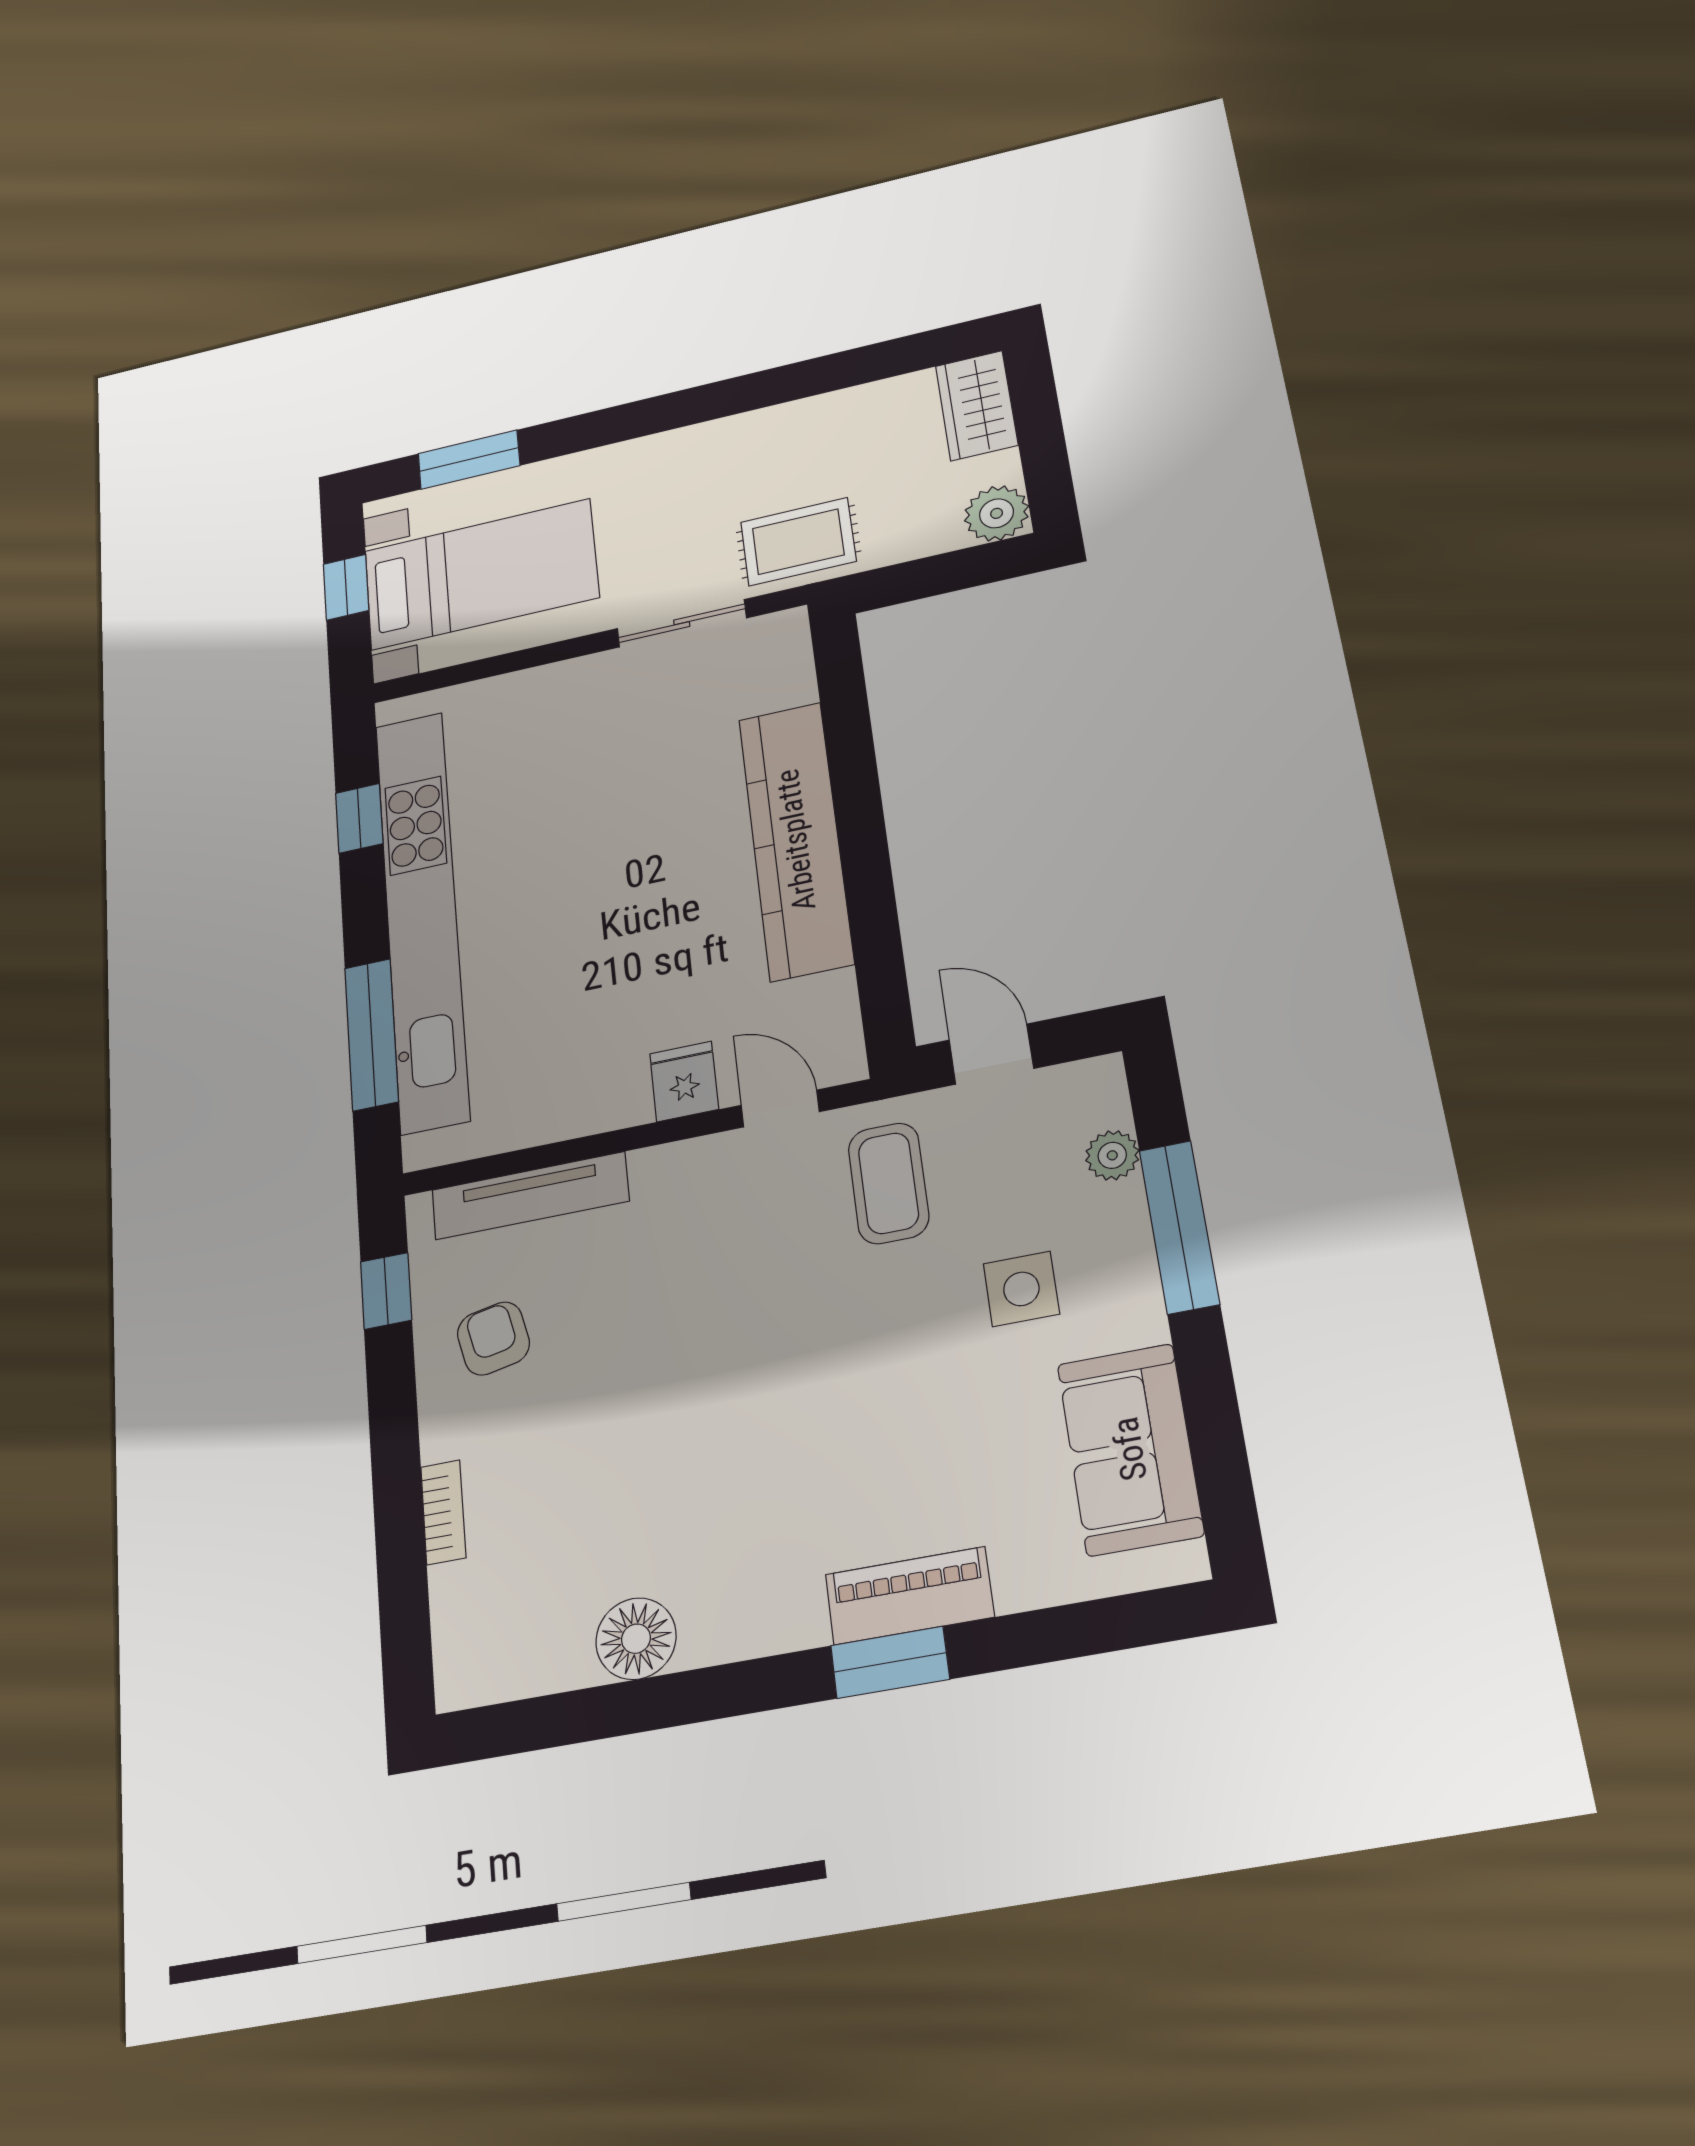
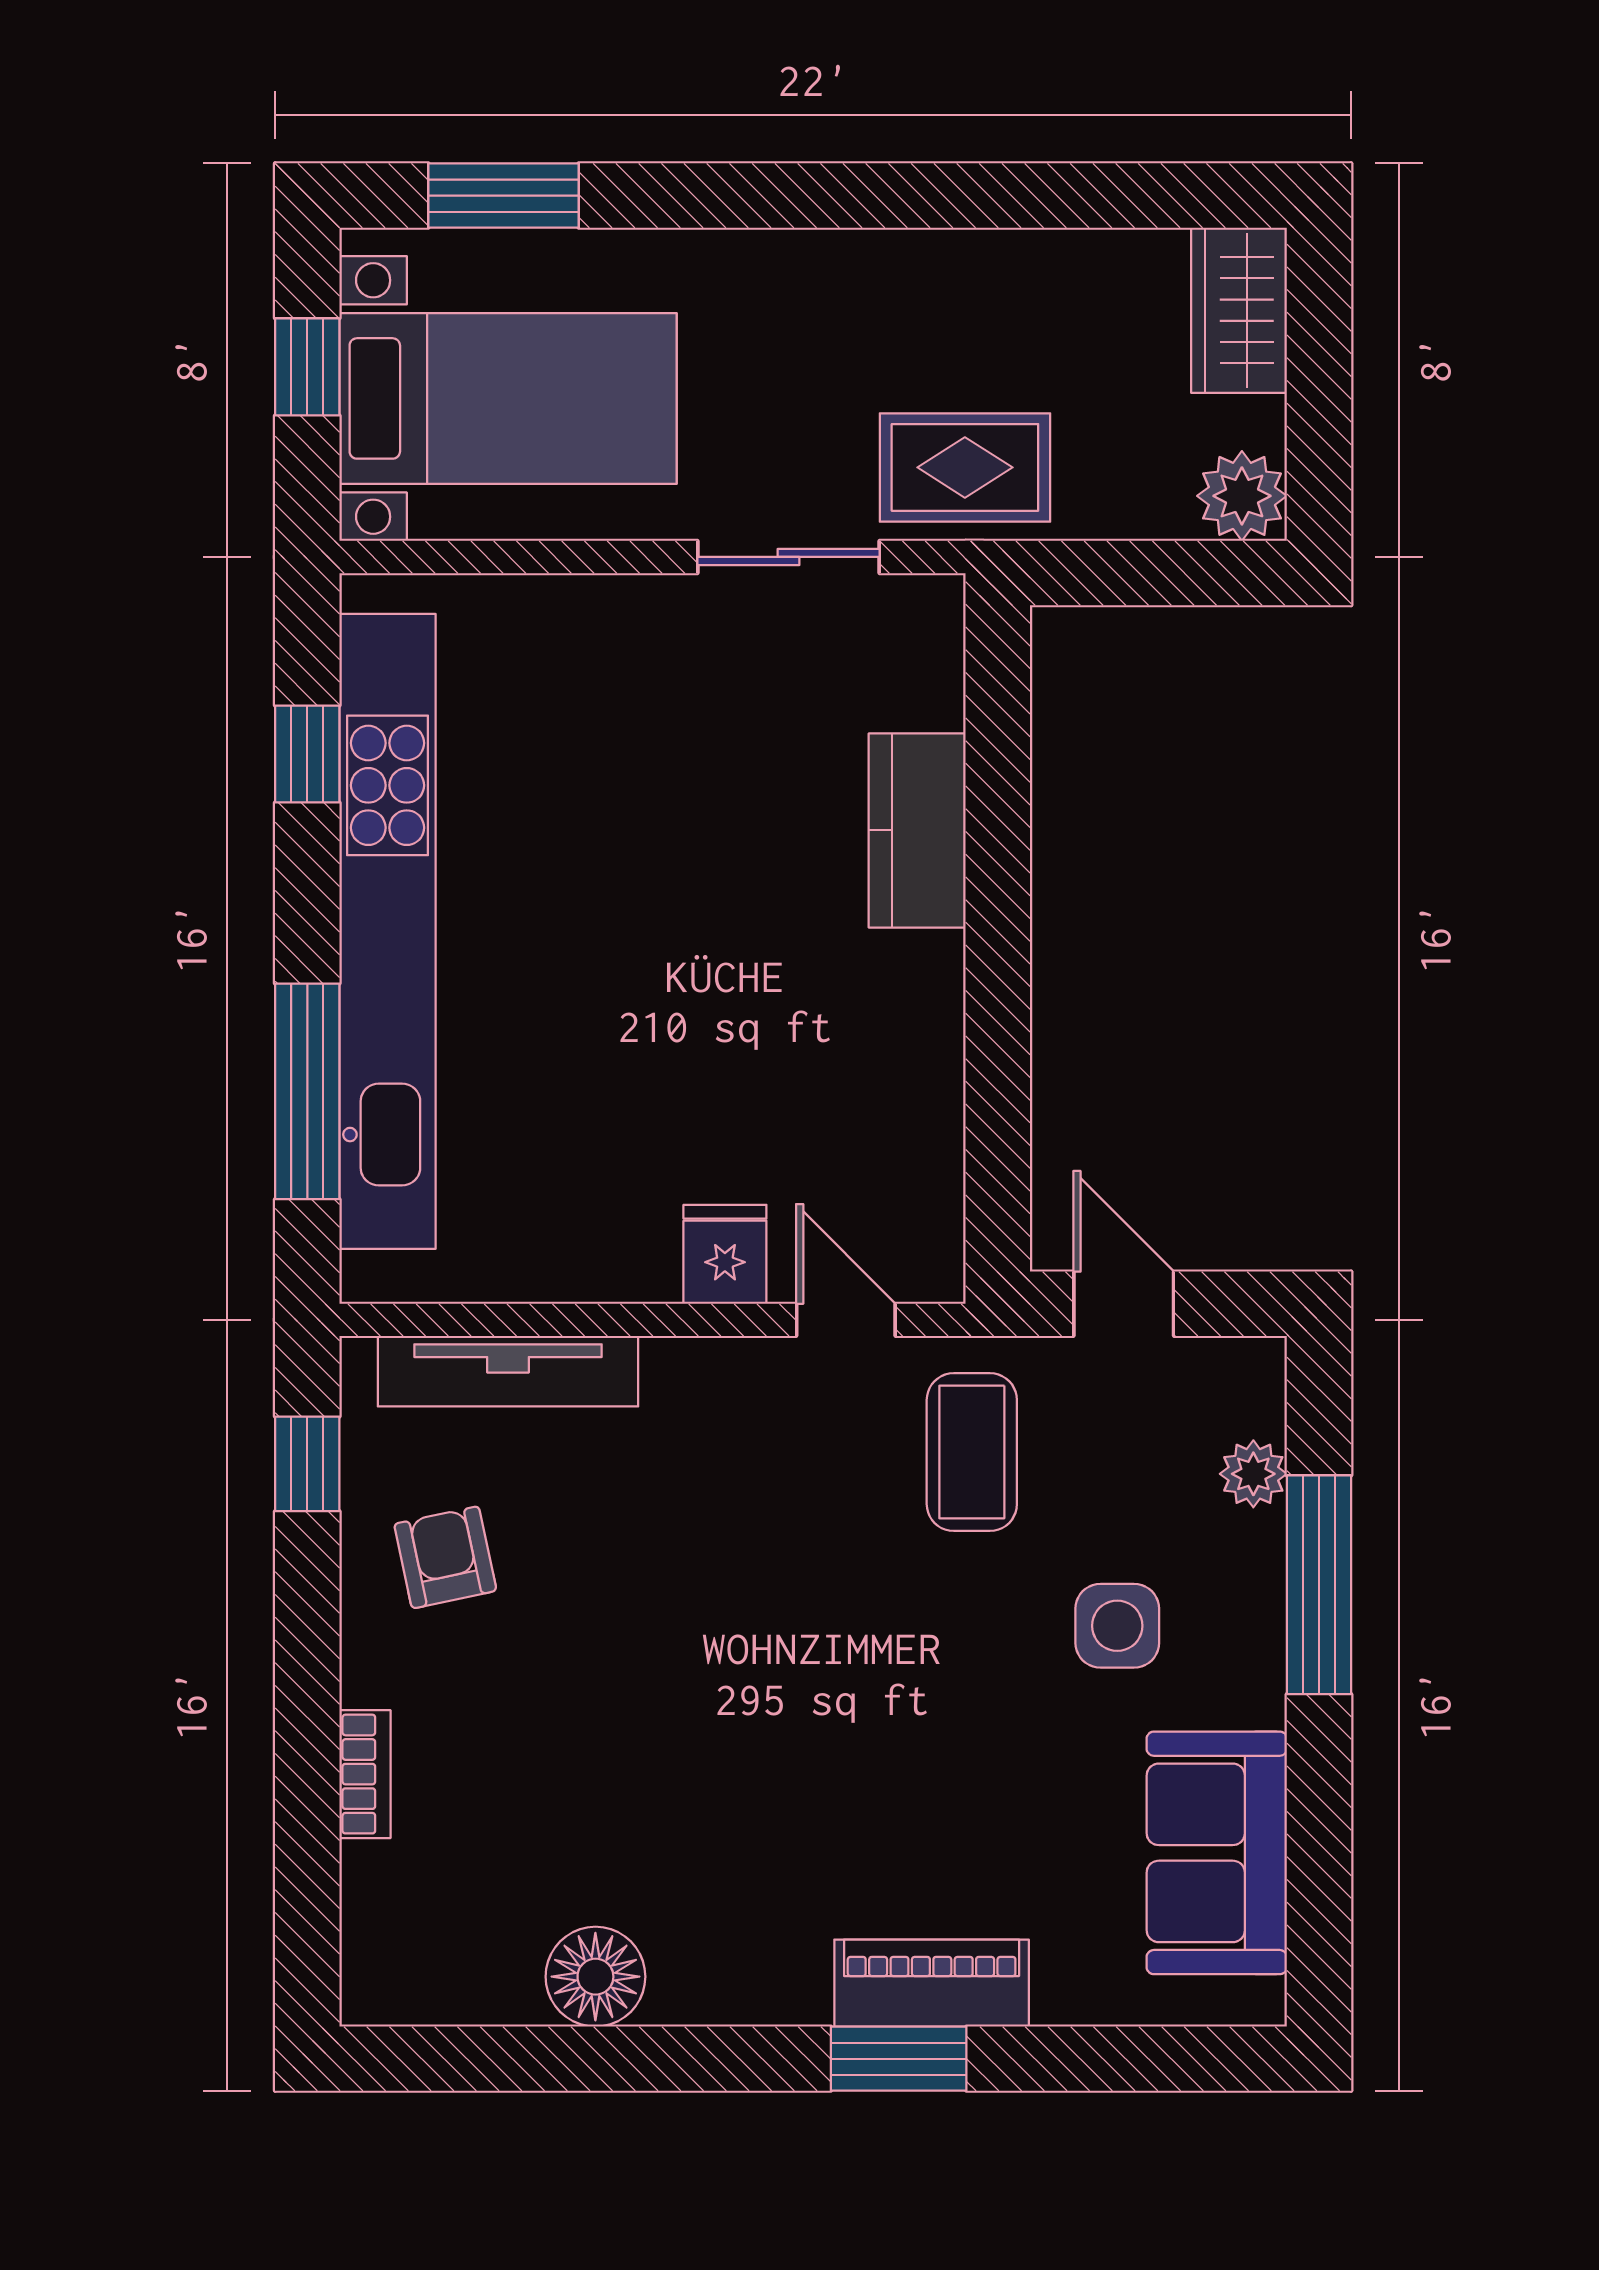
kitchen counter: (796, 840) -> (917, 830), width x0.48, depth x0.86

